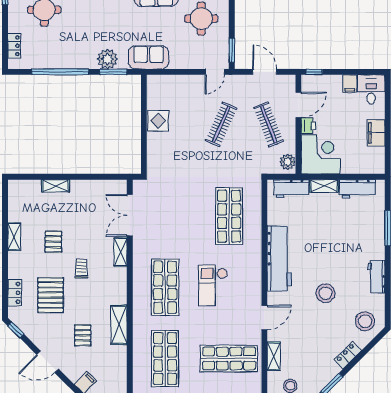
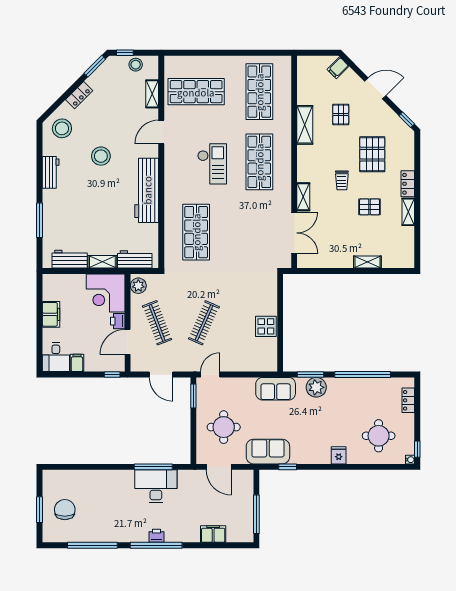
pallet: (53, 242) -> (370, 207), turned 90
locker: (15, 293) -> (408, 184), moved

